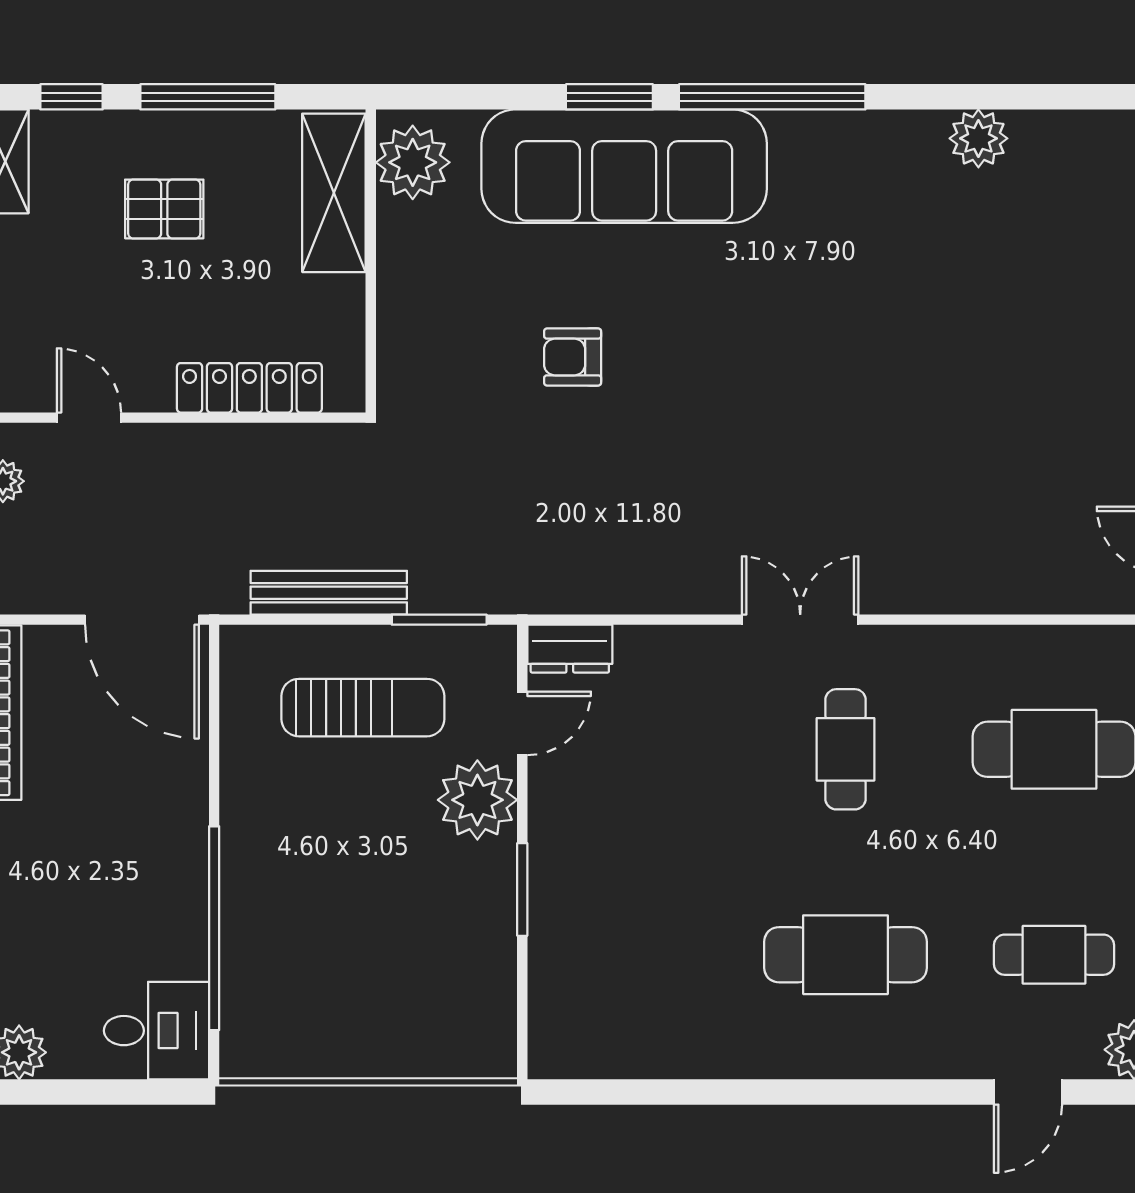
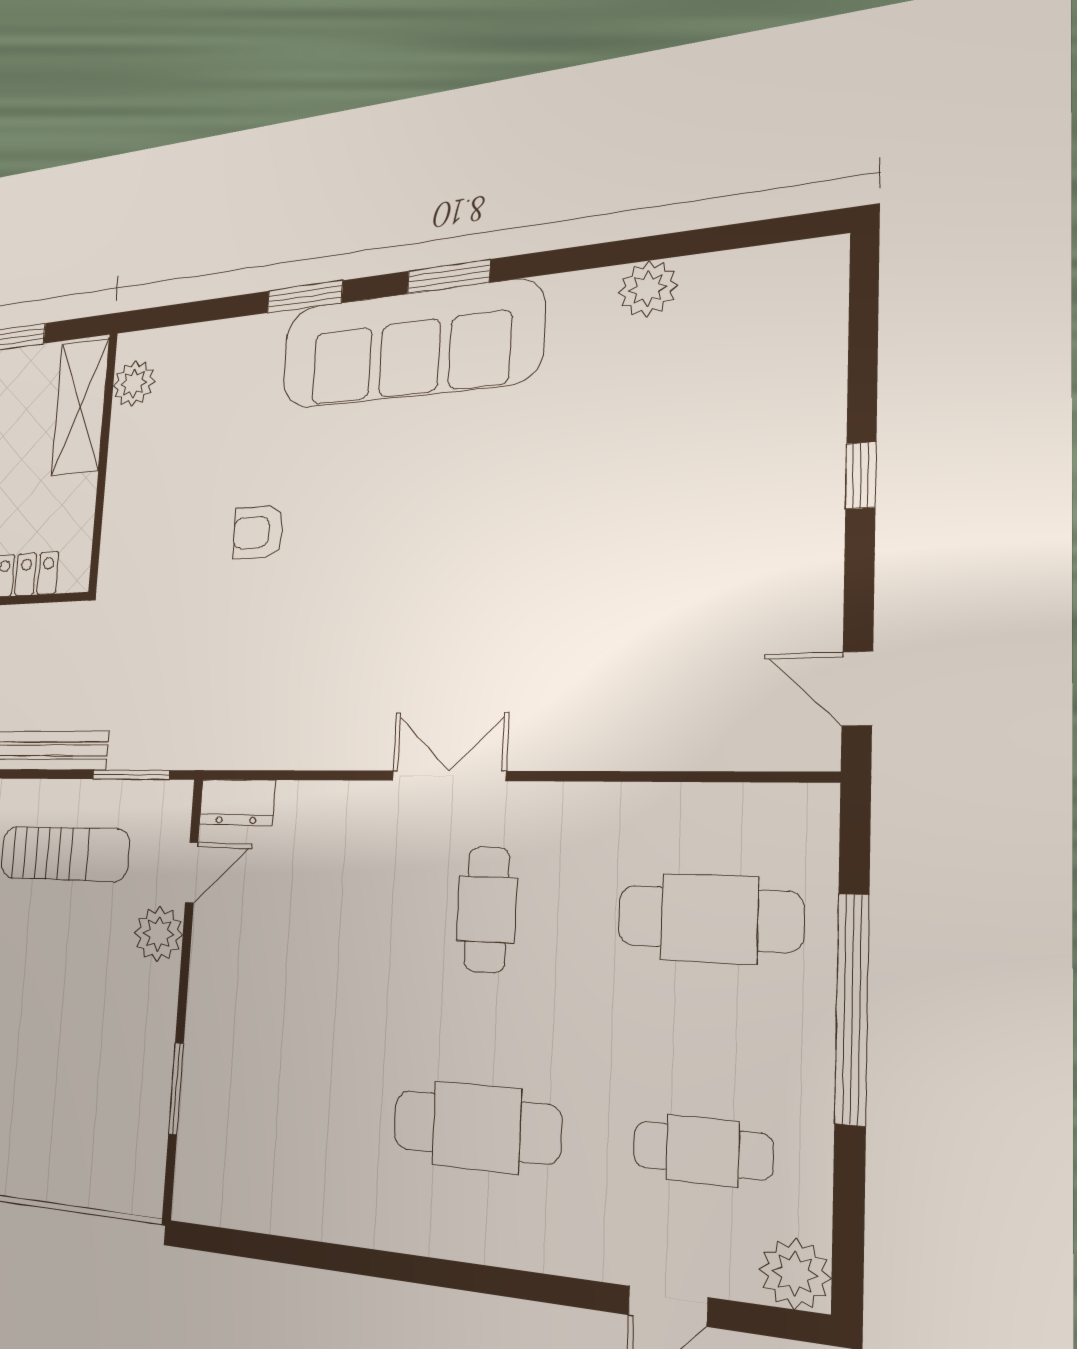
window: (772, 97) -> (448, 277), width x0.47
plant: (413, 162) -> (134, 383), width x0.73, depth x0.73
sofa: (624, 166) -> (410, 345), moved
plant: (477, 800) -> (159, 934), width x0.73, depth x0.73
window: (522, 889) -> (176, 1089), moved

